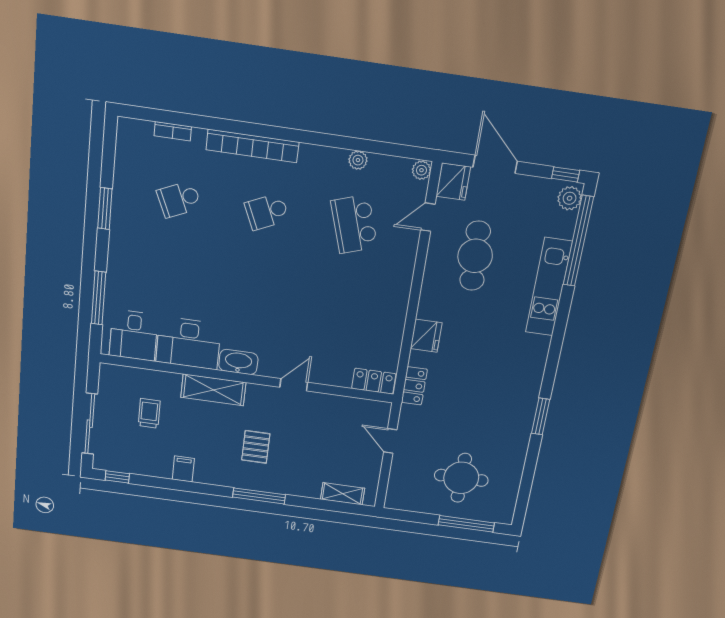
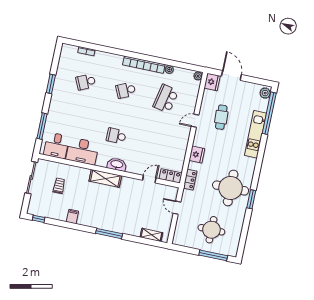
bookcase: (252, 146) -> (144, 65), moved
window: (566, 174) -> (263, 82), removed
door: (428, 217) -> (195, 121), moved
school desk: (354, 224) -> (166, 99), turned 30
cafe table: (475, 256) -> (221, 117), width x0.73, depth x0.74
school desk: (255, 308) -> (116, 136), added
washbasin: (238, 362) -> (117, 164), moved
door: (294, 385) -> (149, 179), moved
shelving: (213, 390) -> (105, 178), moved
round table: (498, 397) -> (231, 188), added
sliding door: (90, 424) -> (31, 178), moved
pallet: (256, 447) -> (110, 207), removed

